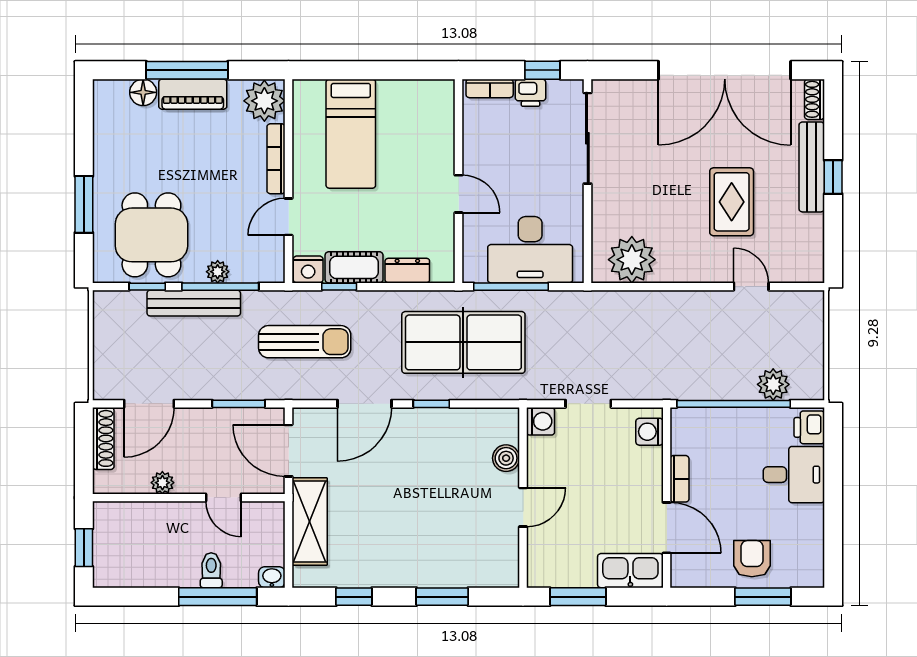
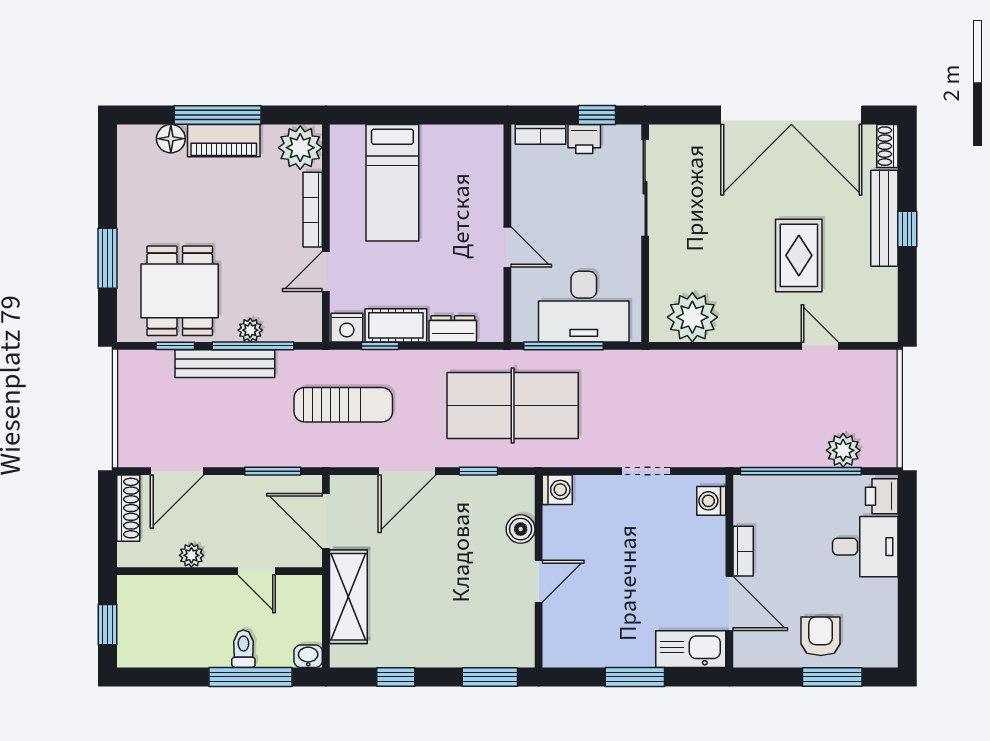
washing machine: (540, 421) -> (557, 490), moved
boiler: (506, 458) -> (521, 529), moved
wall: (523, 498) -> (539, 571), moved
door: (523, 507) -> (539, 581), moved

